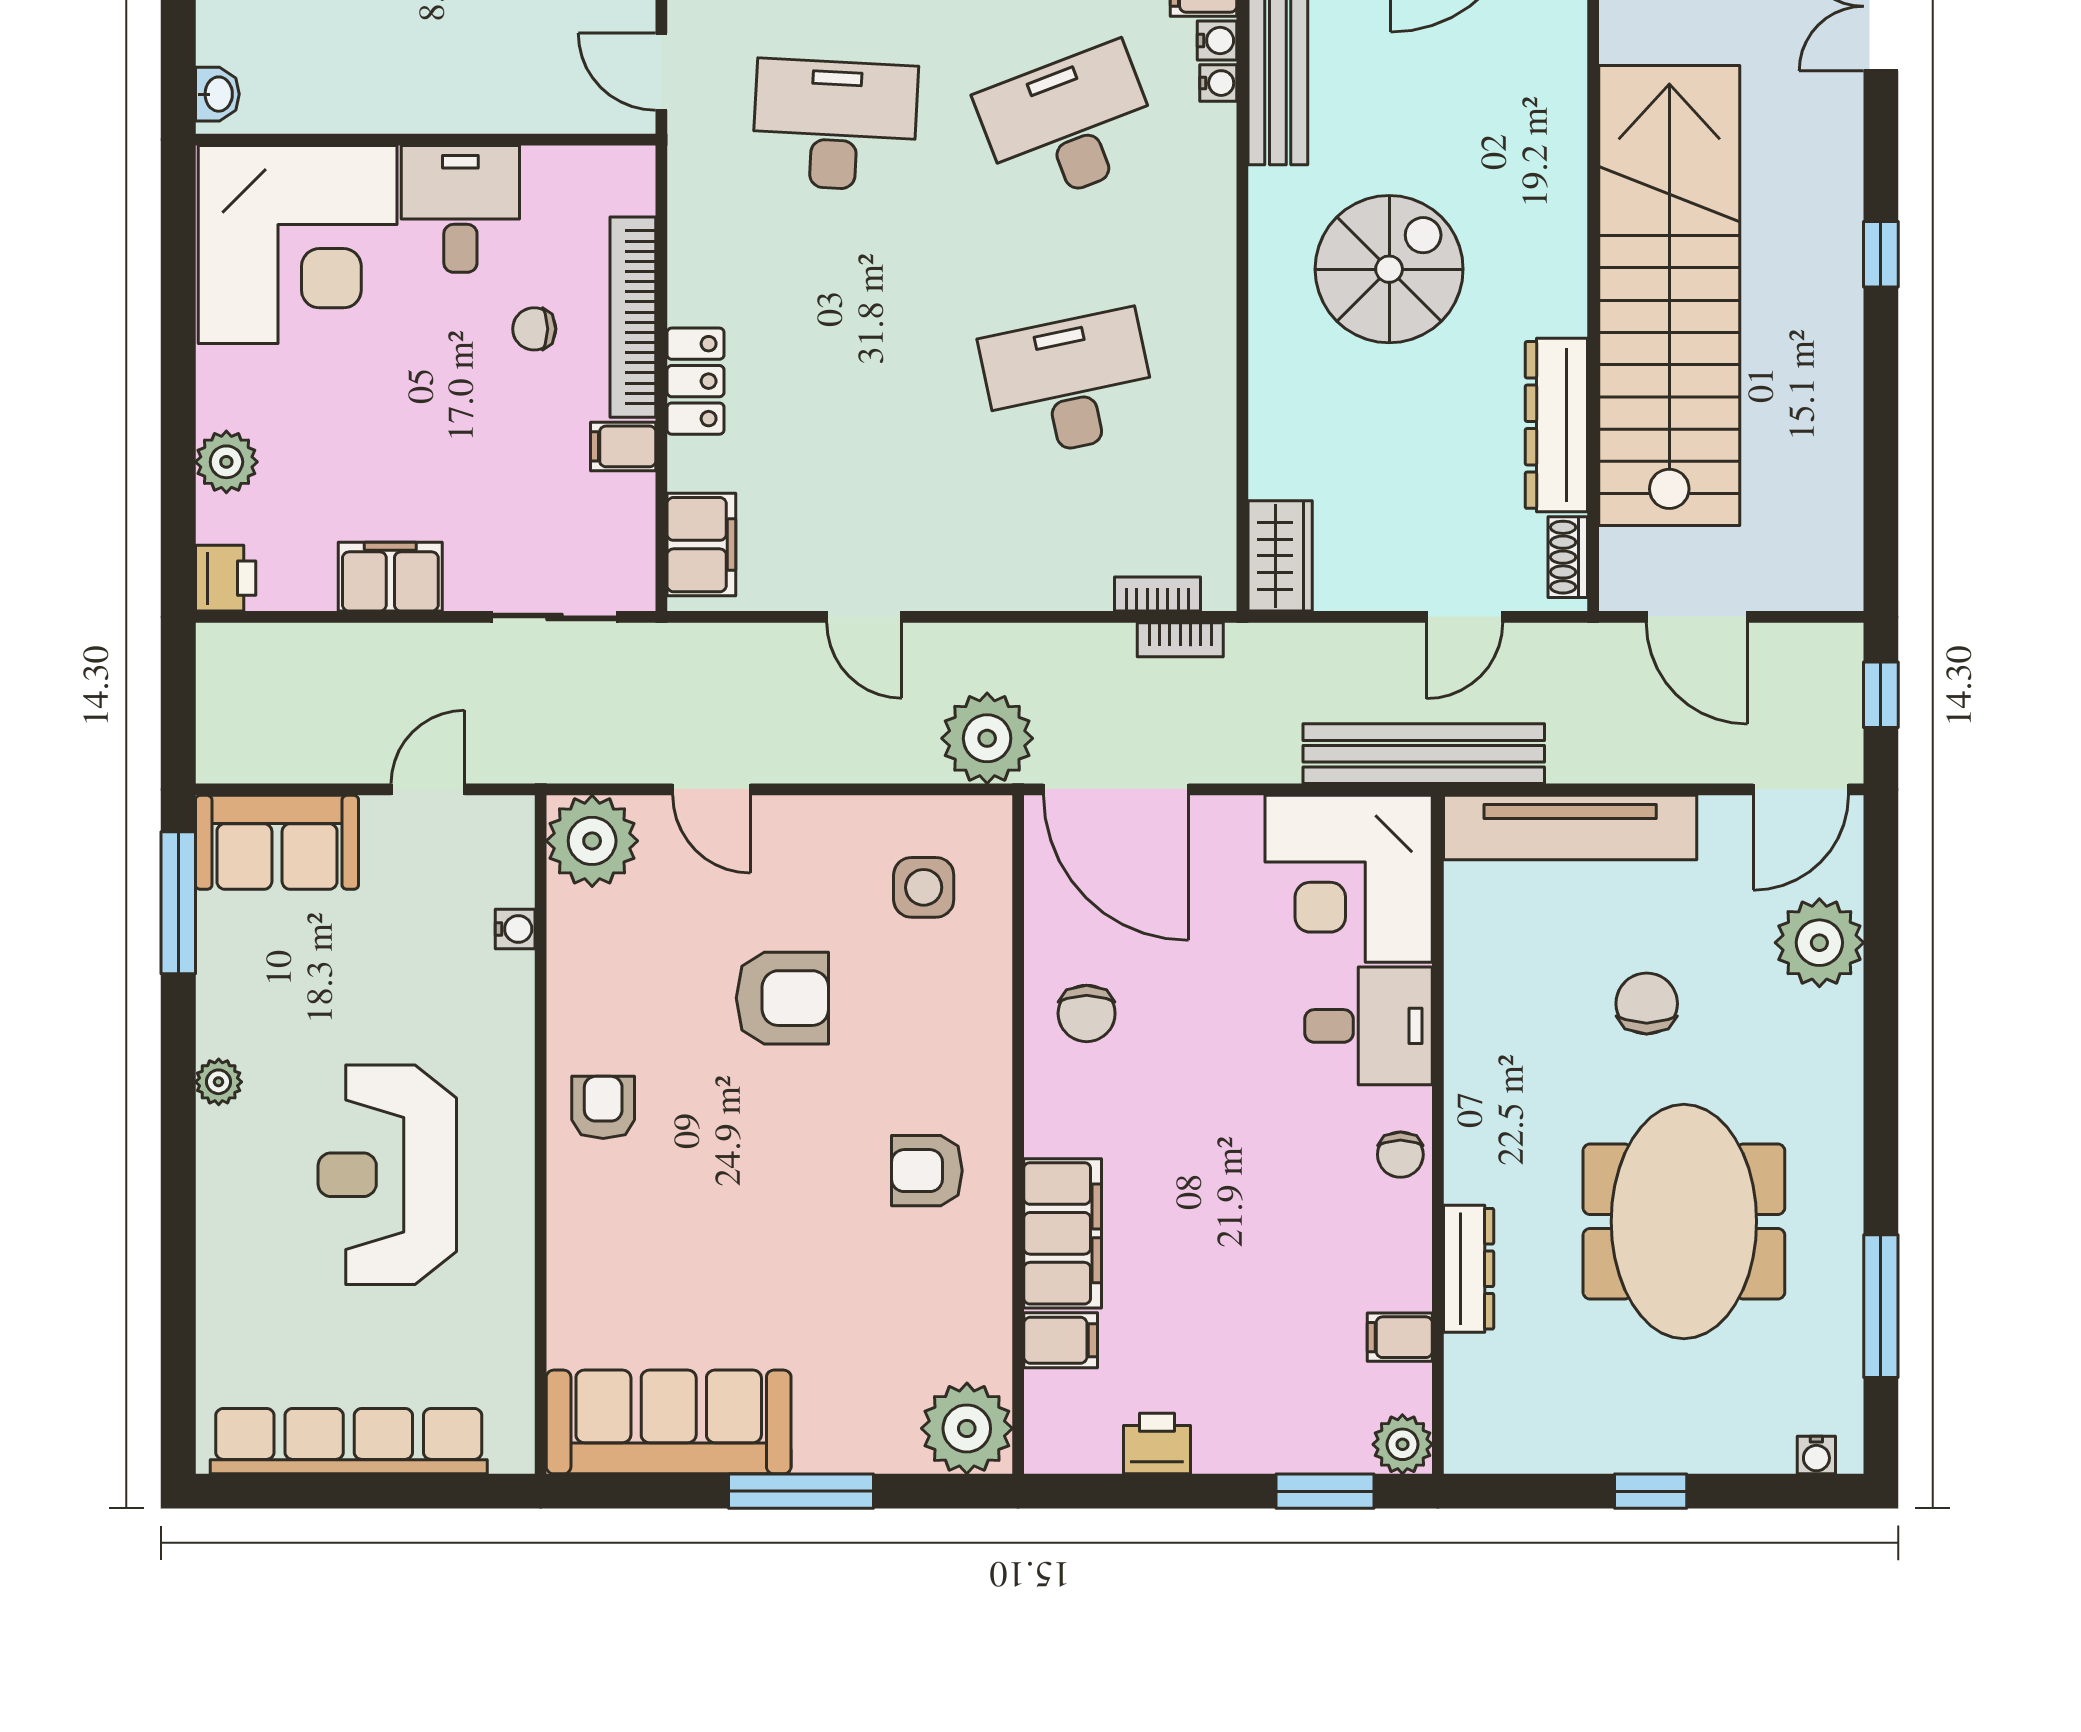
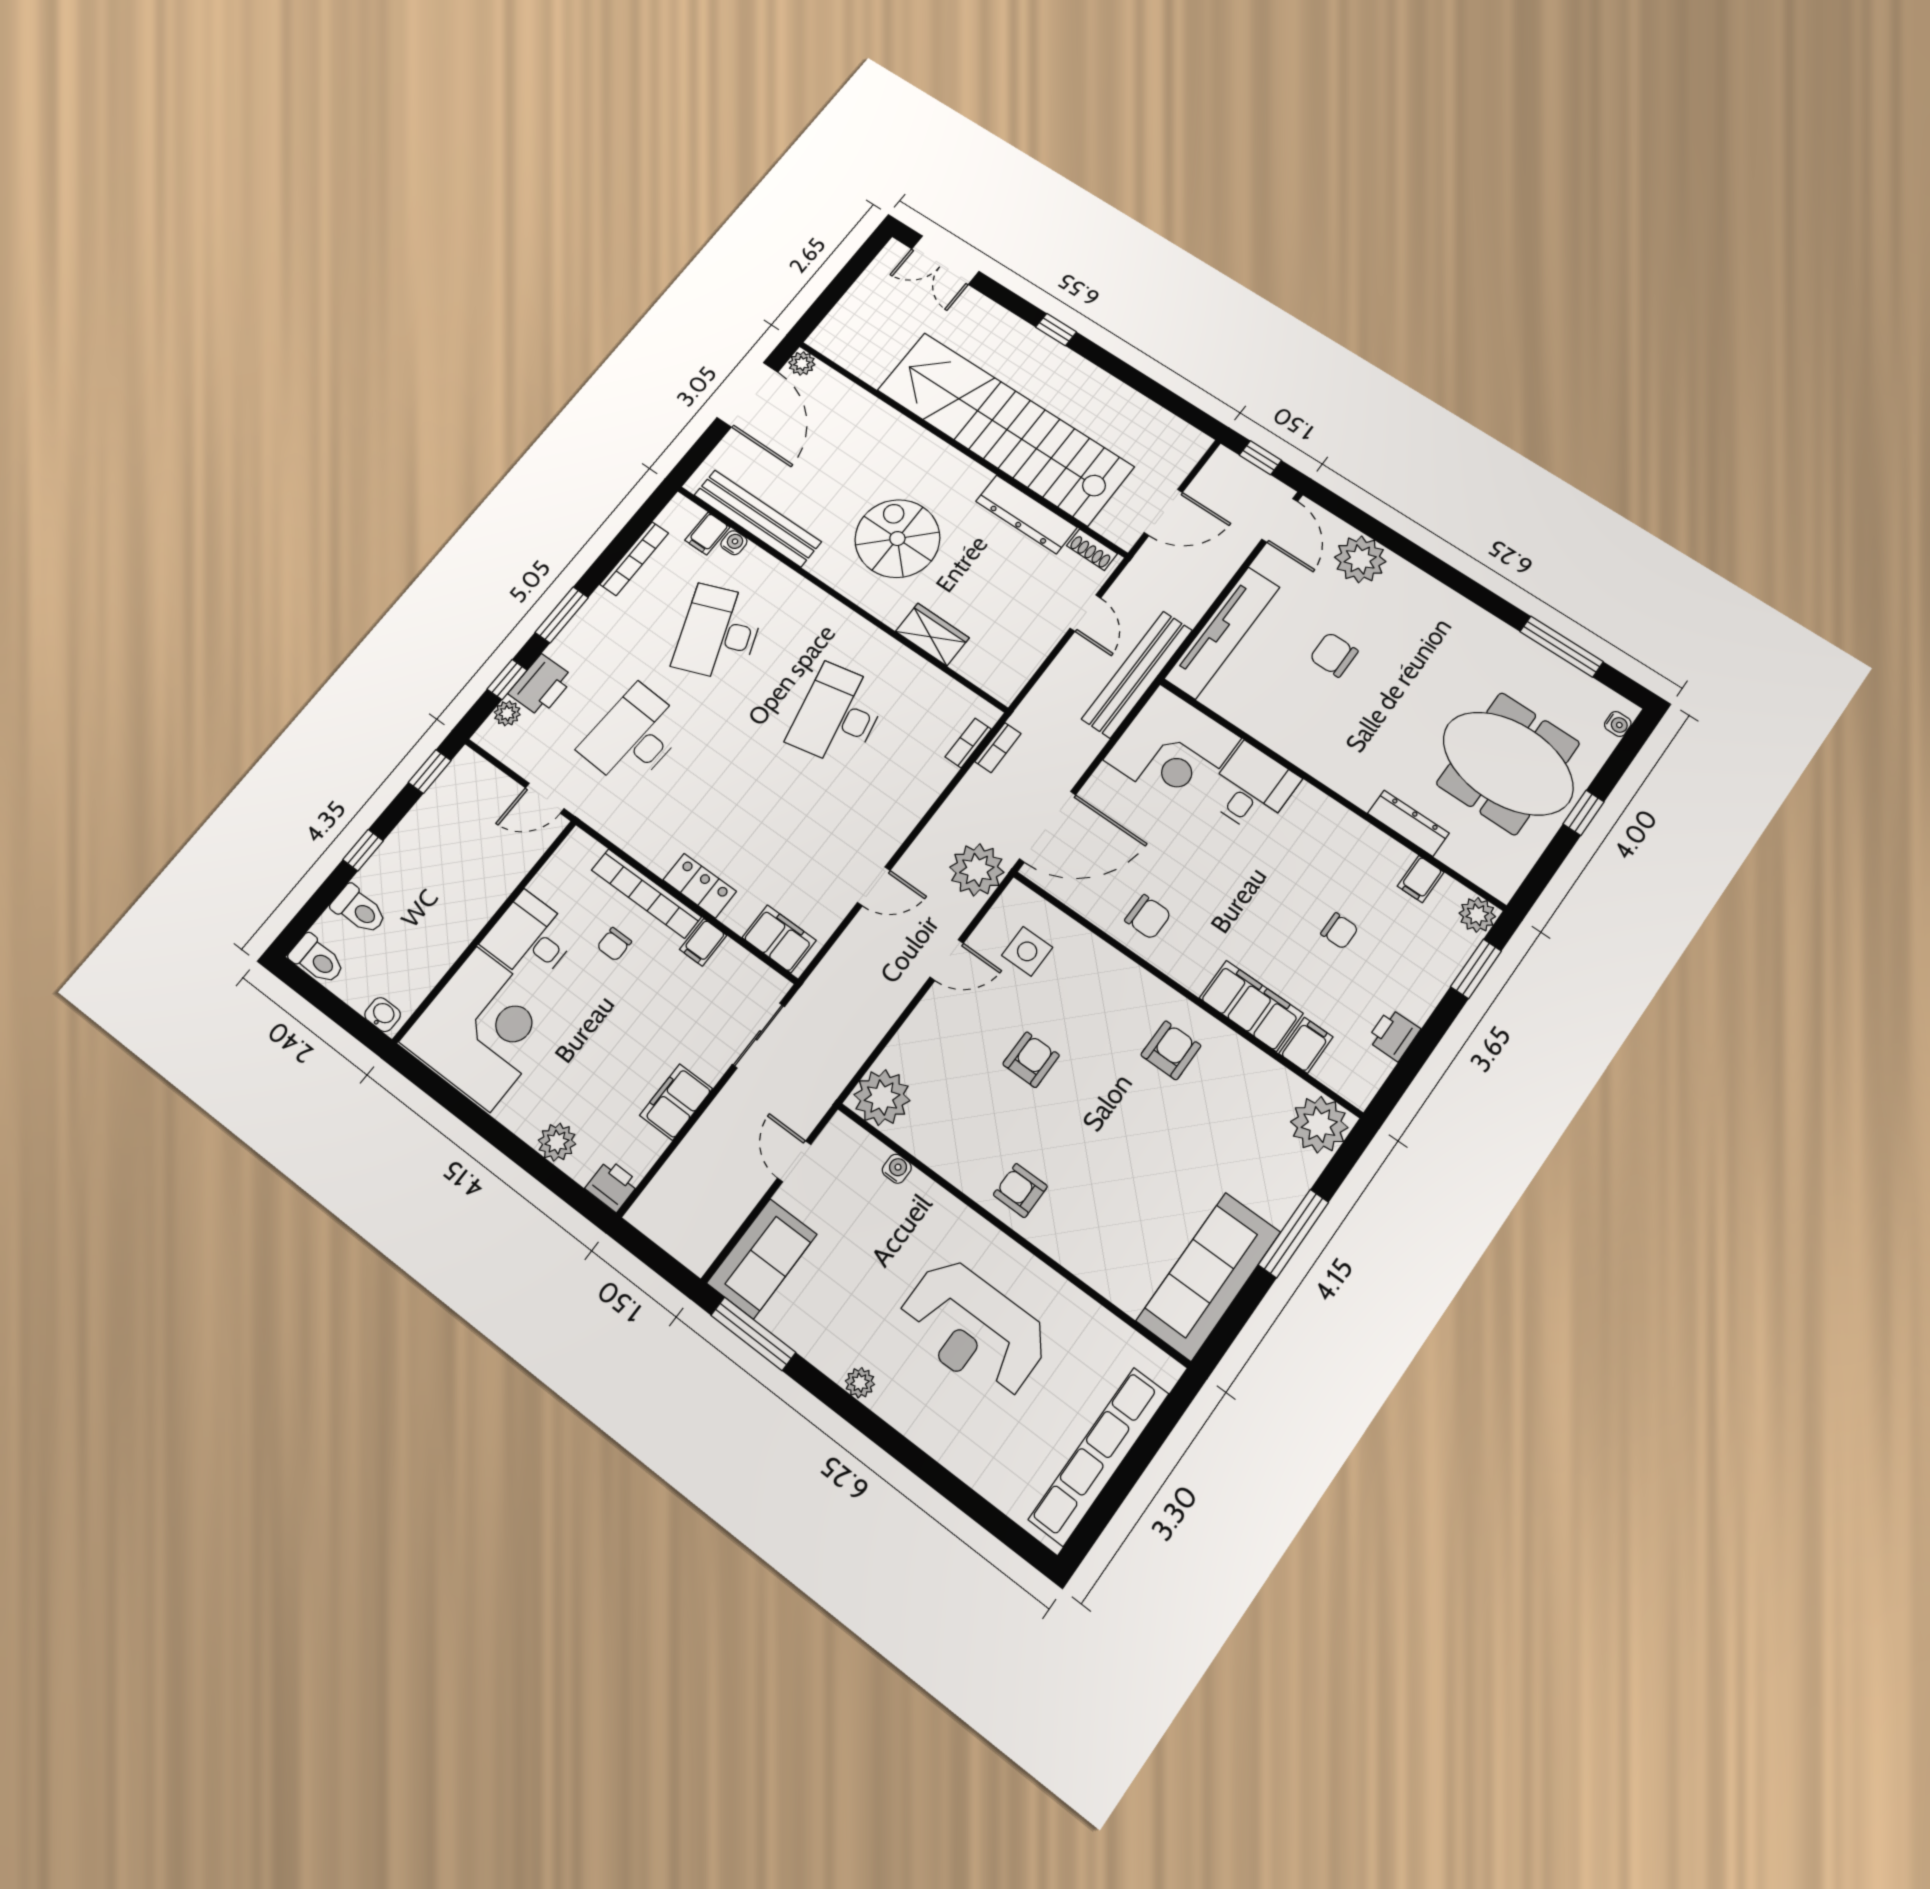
water cooler: (1218, 83) -> (753, 555), removed
wardrobe: (1280, 556) -> (932, 635), moved
door: (711, 789) -> (947, 960), moved
armchair: (782, 998) -> (1031, 1060), width x0.72, depth x0.72
chair: (1400, 1155) -> (1339, 931), moved
armchair: (927, 1171) -> (1171, 1050), turned 180
meeting table: (1684, 1221) -> (1508, 763), moved

